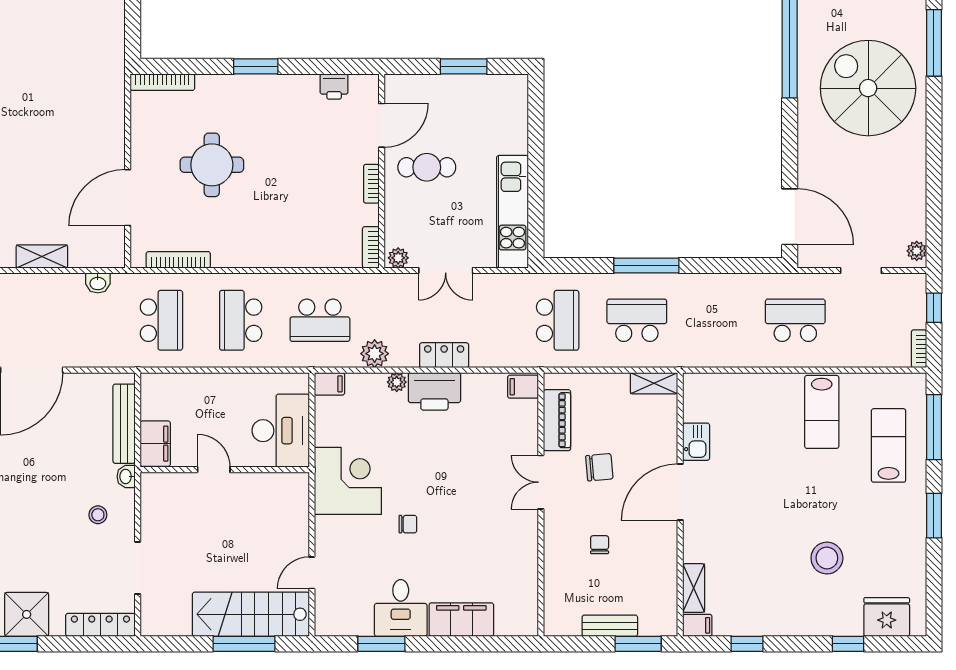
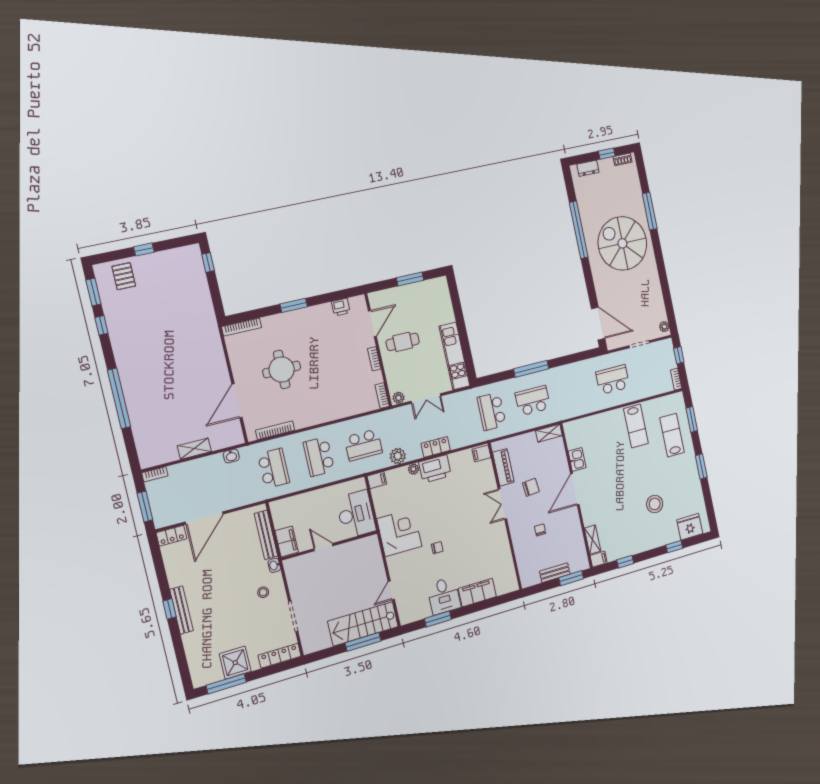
school desk: (558, 320) -> (492, 411), turned 180
window: (934, 427) -> (692, 419), width x0.69

